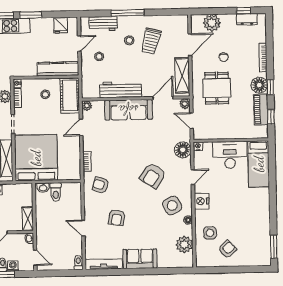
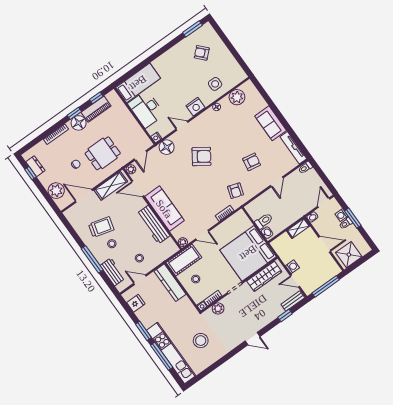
side table: (172, 205) -> (214, 126), removed
armchair: (227, 249) -> (202, 53), moved

